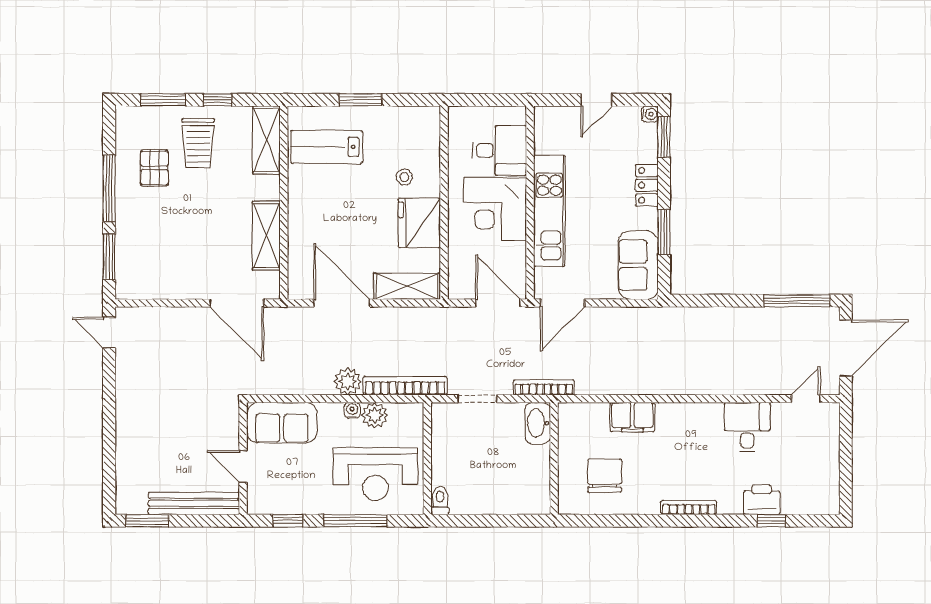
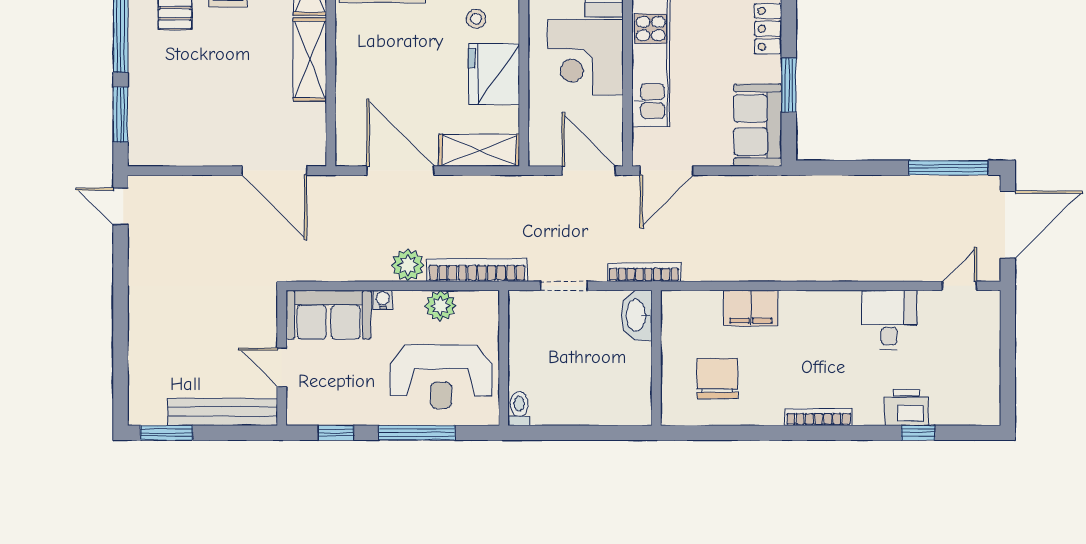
shelving: (266, 236) -> (310, 59), moved
water cooler: (352, 410) -> (383, 300), moved

